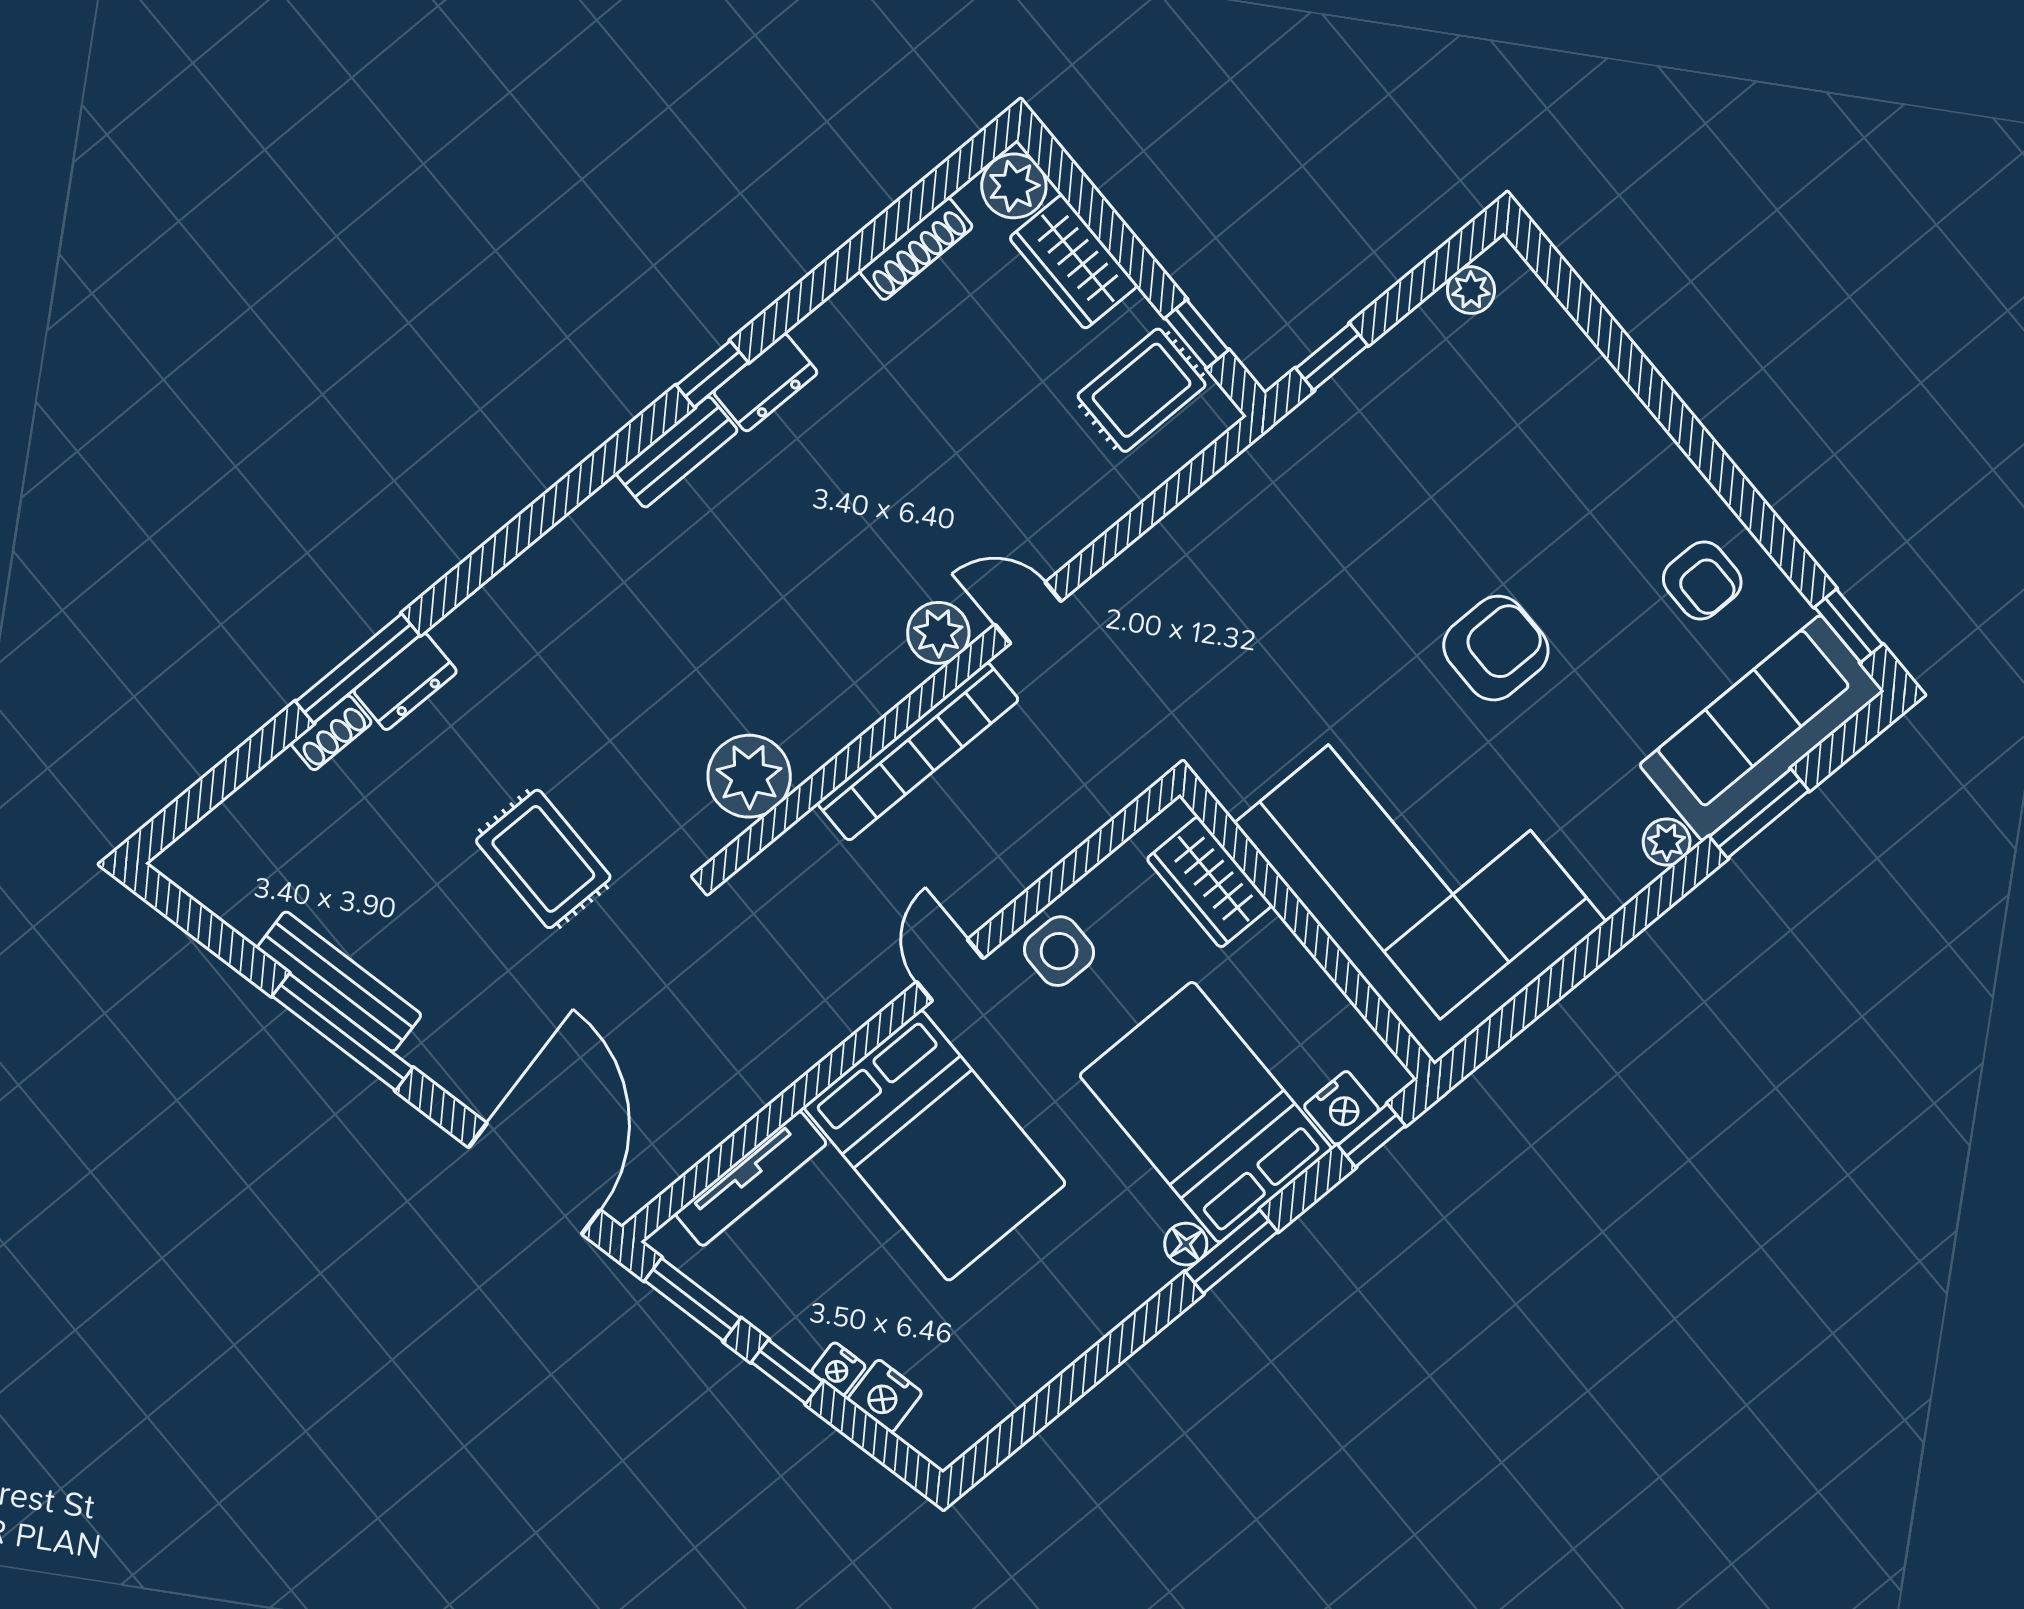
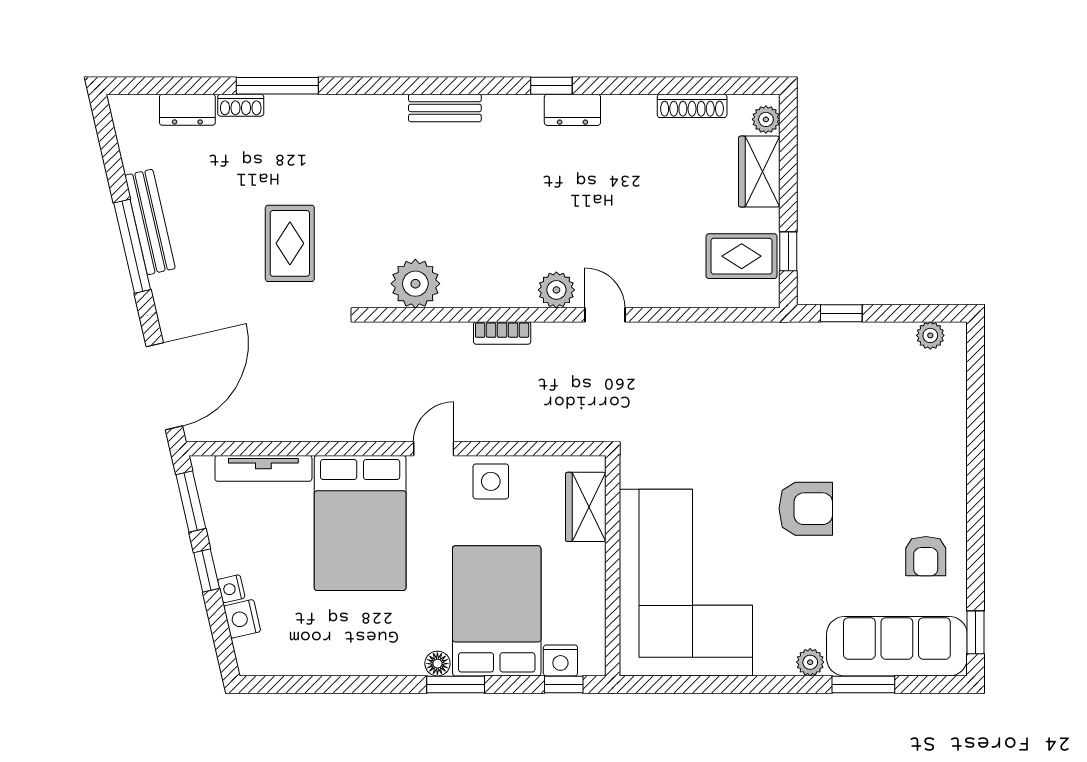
plant: (1014, 186) -> (766, 119), width x0.73, depth x0.73
bench: (677, 452) -> (445, 108), moved
dresser: (405, 681) -> (187, 110), moved
bookcase: (918, 751) -> (502, 333), width x0.43, depth x0.76

